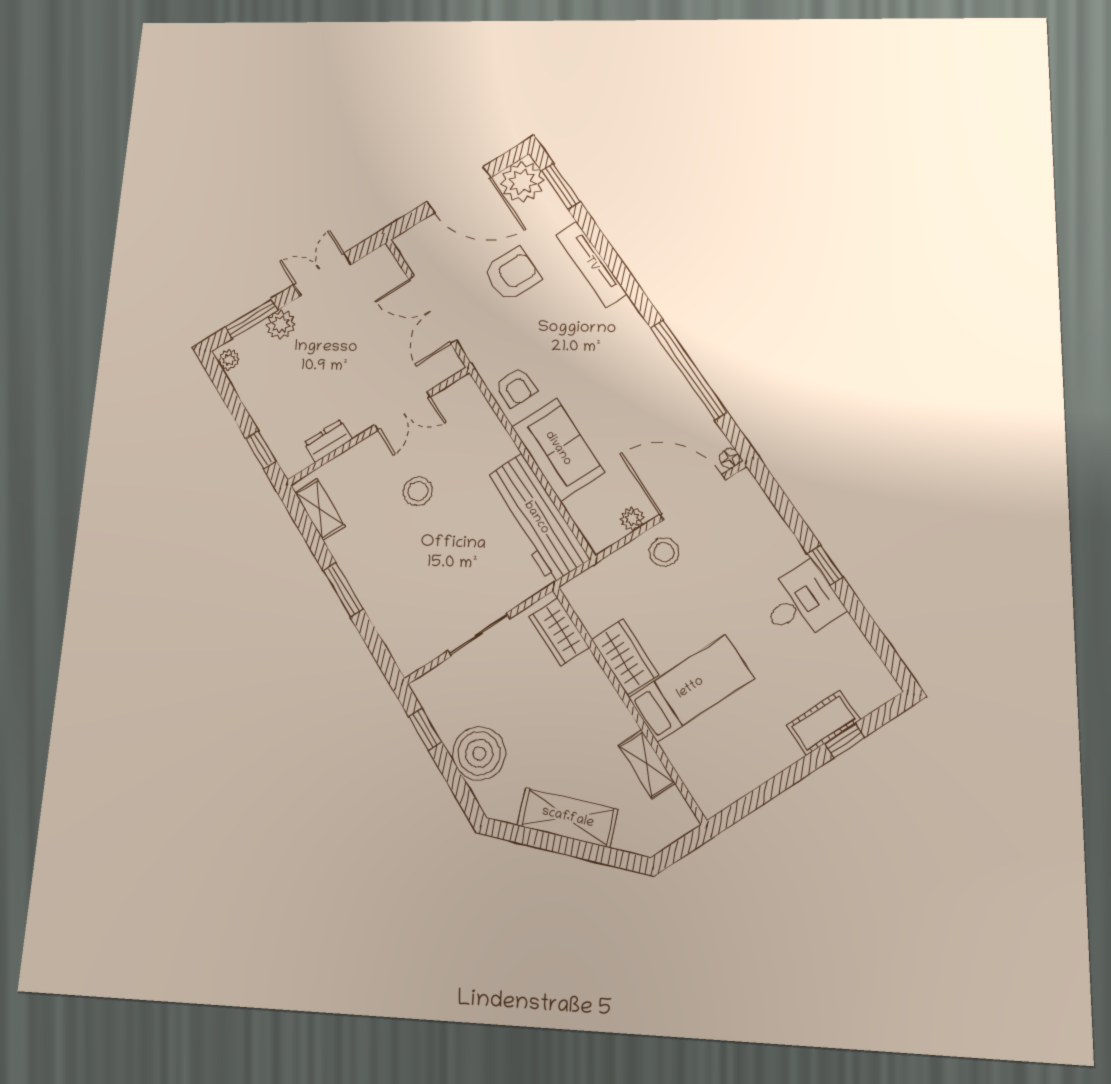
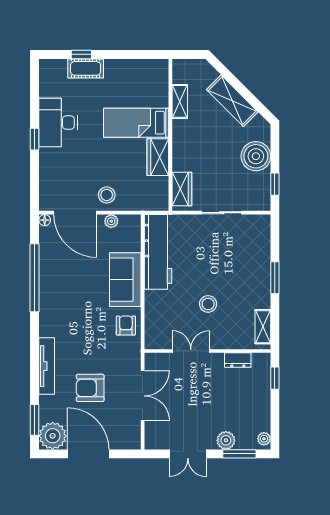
desk: (801, 603) -> (58, 123), width x1.37

